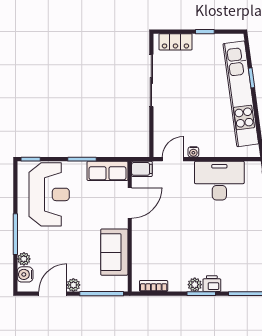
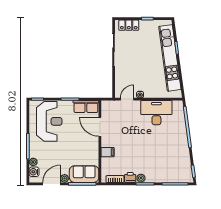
filing cabinet: (142, 169) -> (108, 152), moved
door: (130, 203) -> (100, 127), swing flipped
sofa: (114, 252) -> (84, 174), moved, turned 90
printer: (212, 284) -> (130, 177), moved

